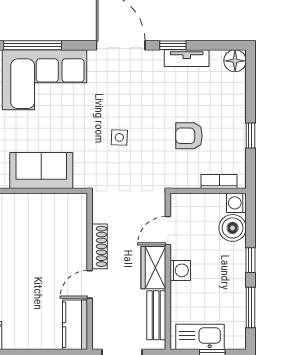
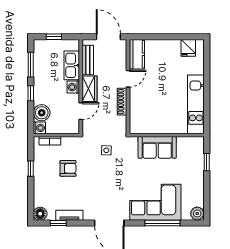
window: (173, 45) -> (58, 223), moved
side table: (119, 137) -> (106, 150), moved
kitchen sink: (200, 337) -> (72, 65), moved, turned 90

